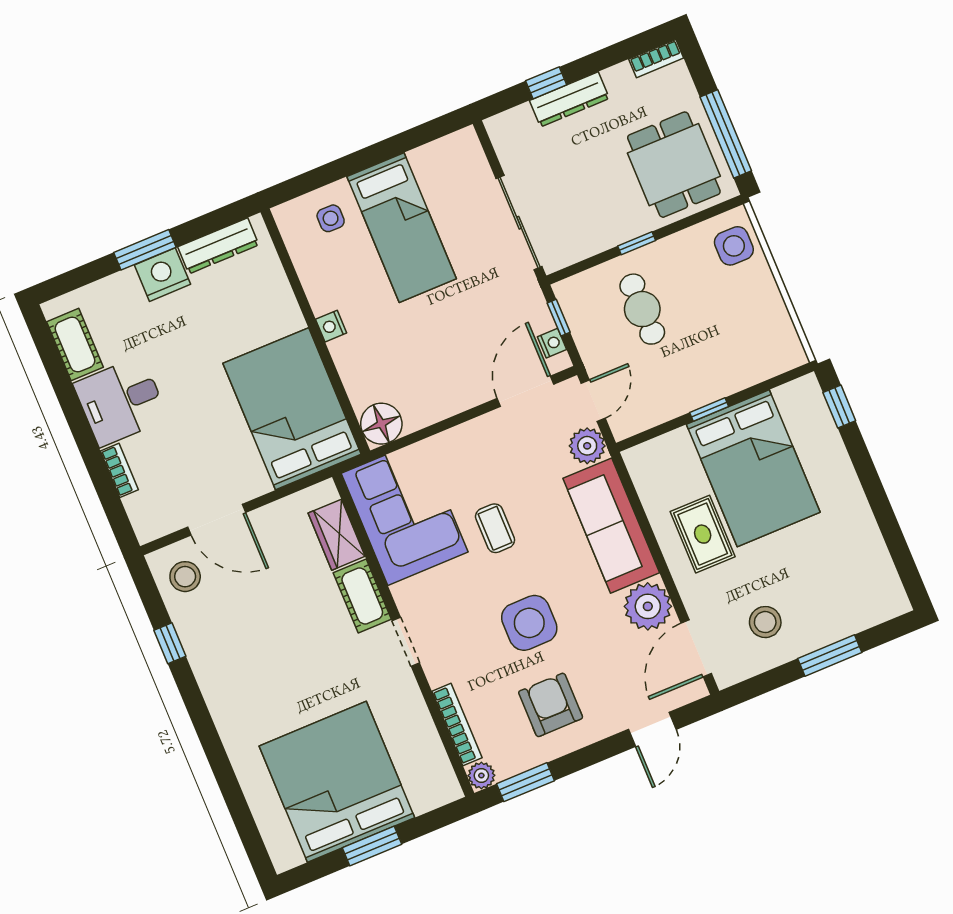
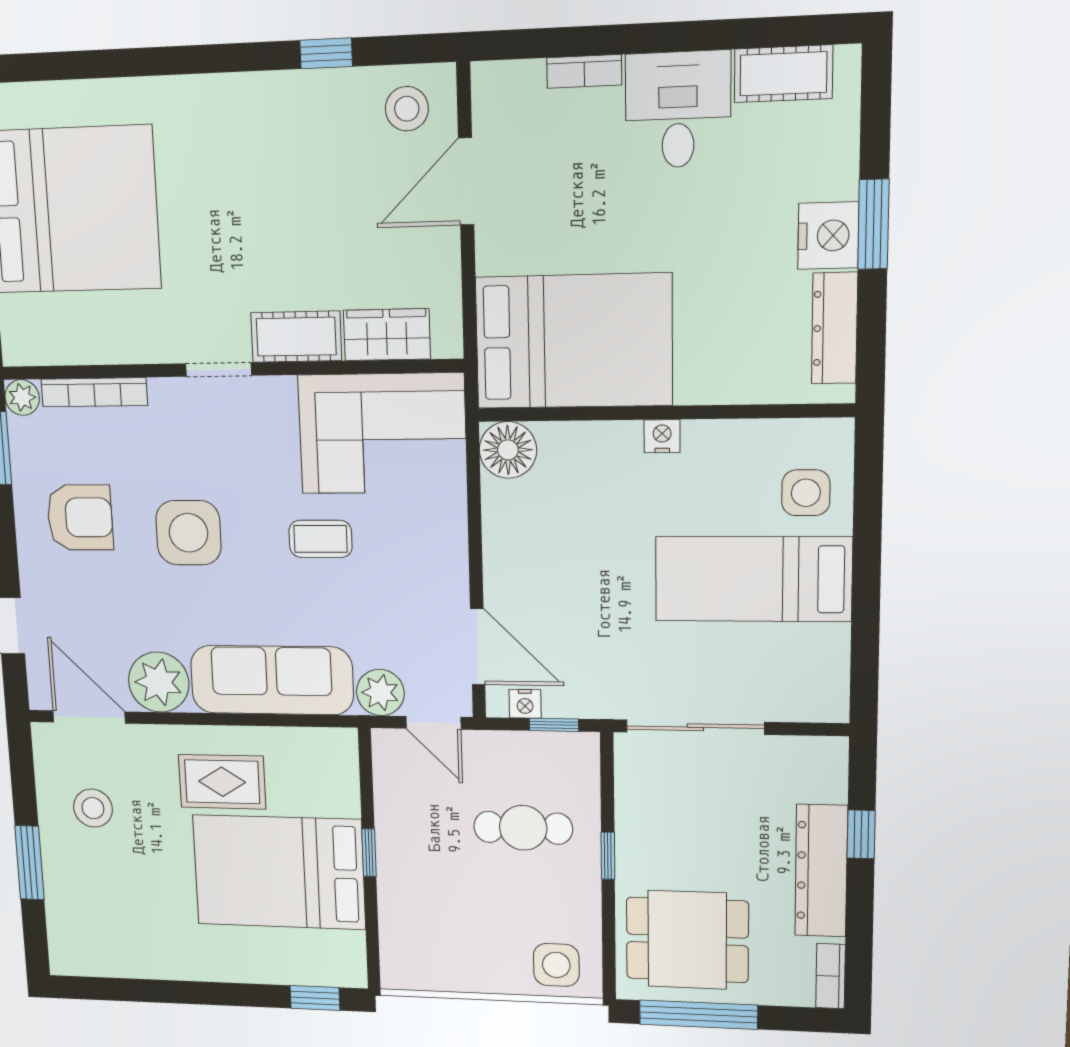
dresser: (569, 99) -> (821, 871), width x1.37, depth x1.24
side table: (331, 218) -> (806, 493), width x1.37, depth x1.37

